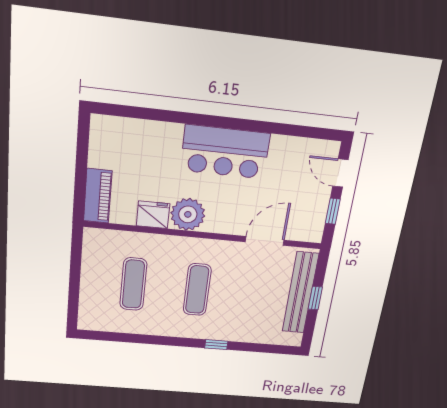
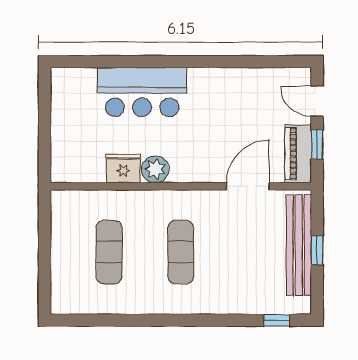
bar counter: (225, 152) -> (142, 92), moved
piano: (98, 196) -> (298, 154), moved, turned 180
plant: (188, 214) -> (155, 169), width x0.73, depth x0.73
window: (216, 345) -> (277, 320), moved

